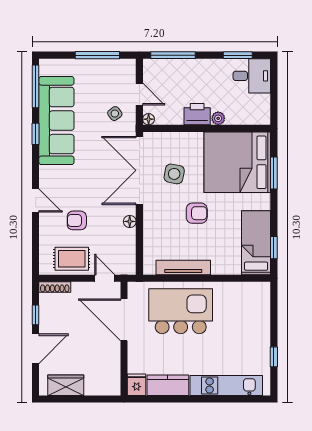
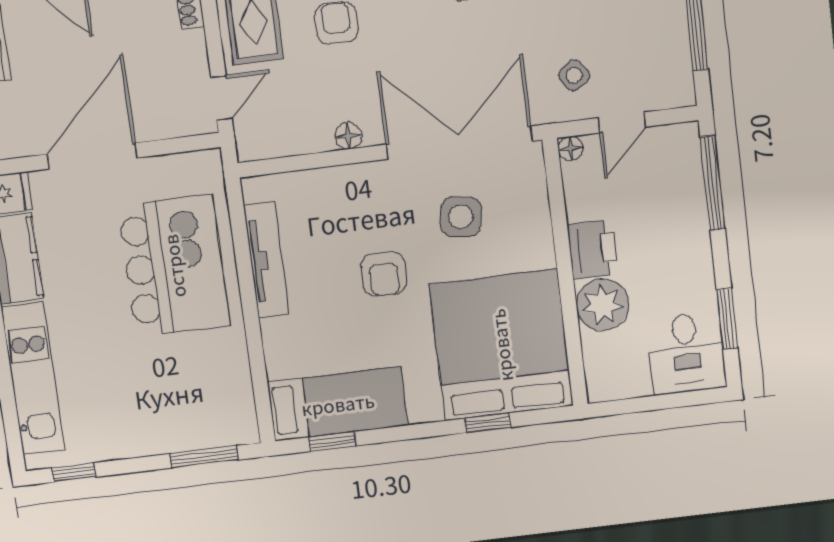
plant: (218, 118) -> (603, 305), width x1.88, depth x1.88
window: (274, 173) -> (488, 423), width x0.67
window: (274, 310) -> (204, 457), added
door: (124, 320) -> (92, 156), moved
window: (274, 357) -> (74, 472), moved

